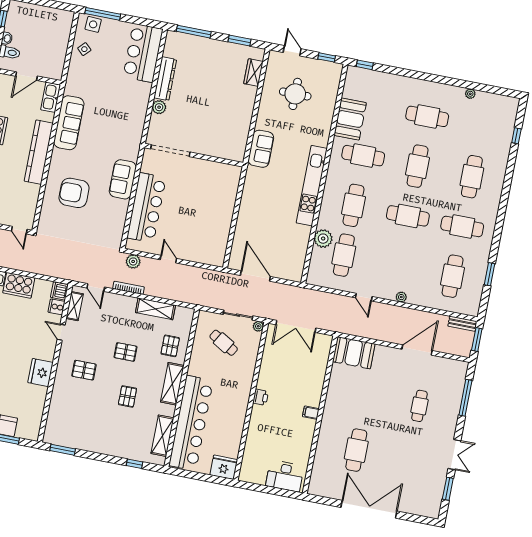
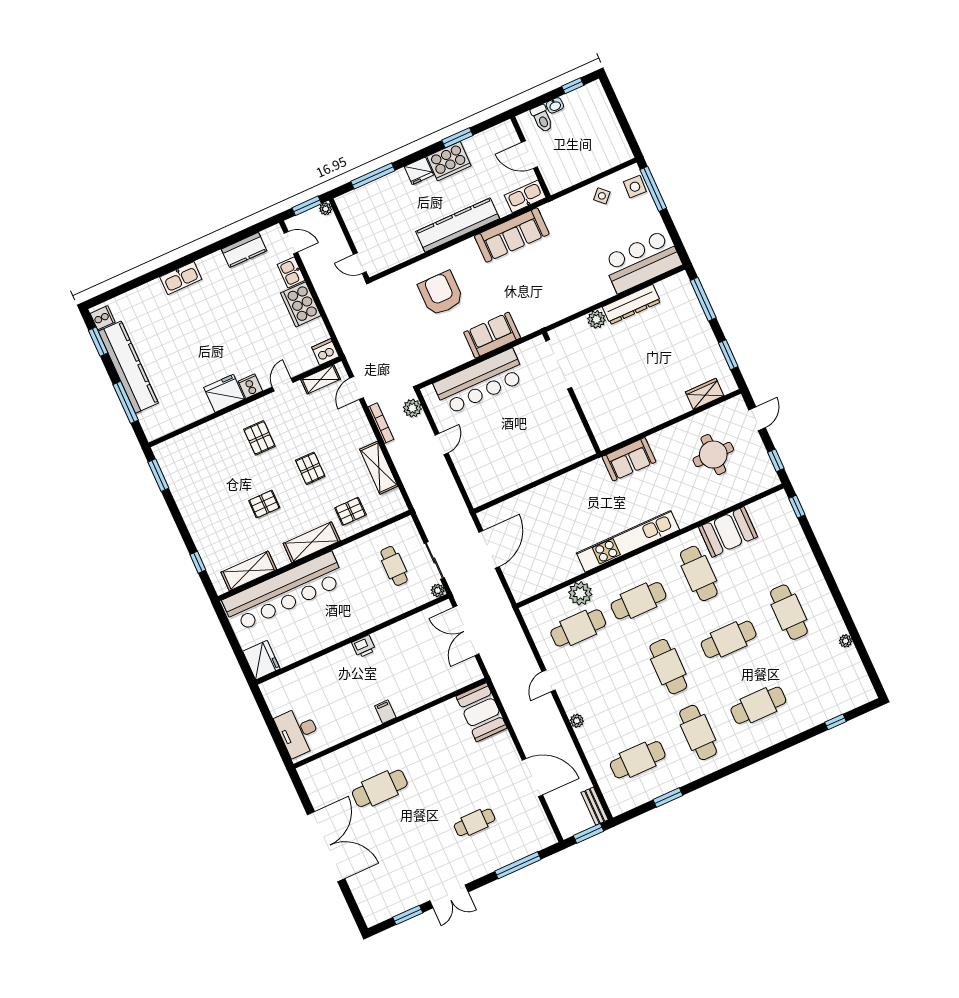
door: (19, 230) -> (360, 263), hinge flipped
cooker: (57, 307) -> (250, 386), moved
cafe table: (224, 343) -> (394, 566), turned -30

